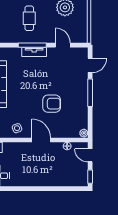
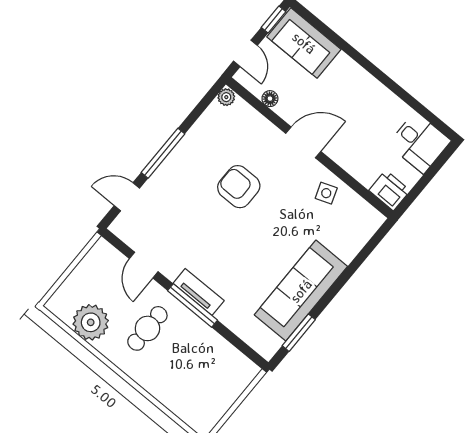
cafe table: (29, 18) -> (147, 328), moved
door: (41, 140) -> (303, 142), swing flipped
sofa: (72, 177) -> (304, 43), added

